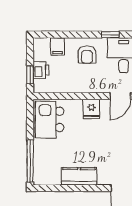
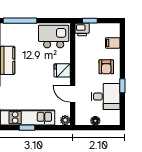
armchair: (87, 54) -> (106, 67), turned -90
printer: (41, 70) -> (82, 30), moved

